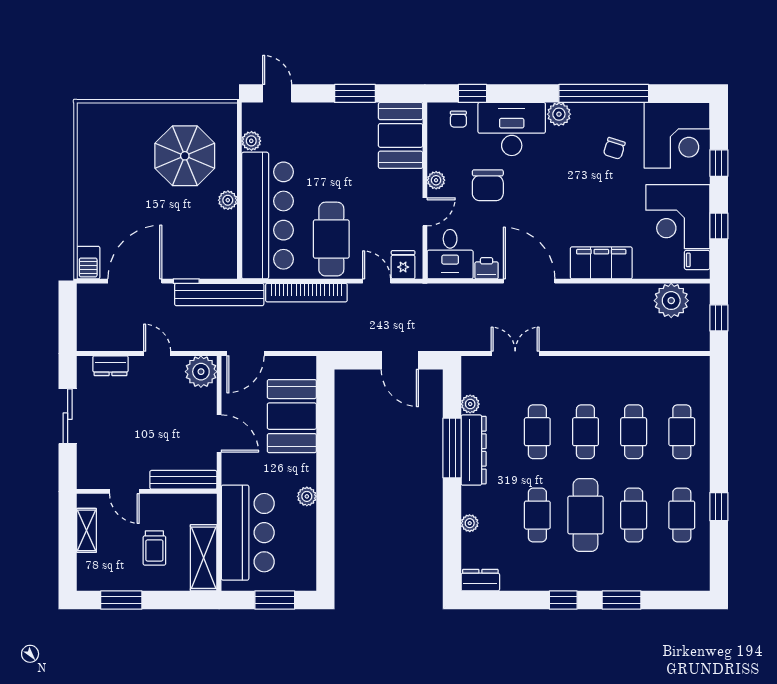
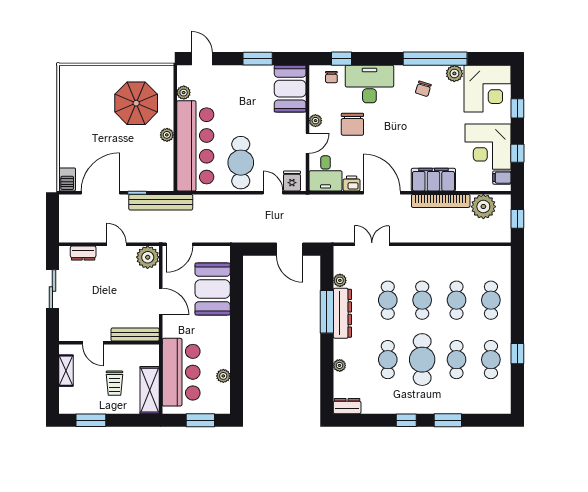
plant: (559, 114) -> (454, 73), moved
chair: (614, 148) -> (423, 89), moved
bookcase: (306, 293) -> (441, 201), moved
plant: (307, 496) -> (223, 376), moved

